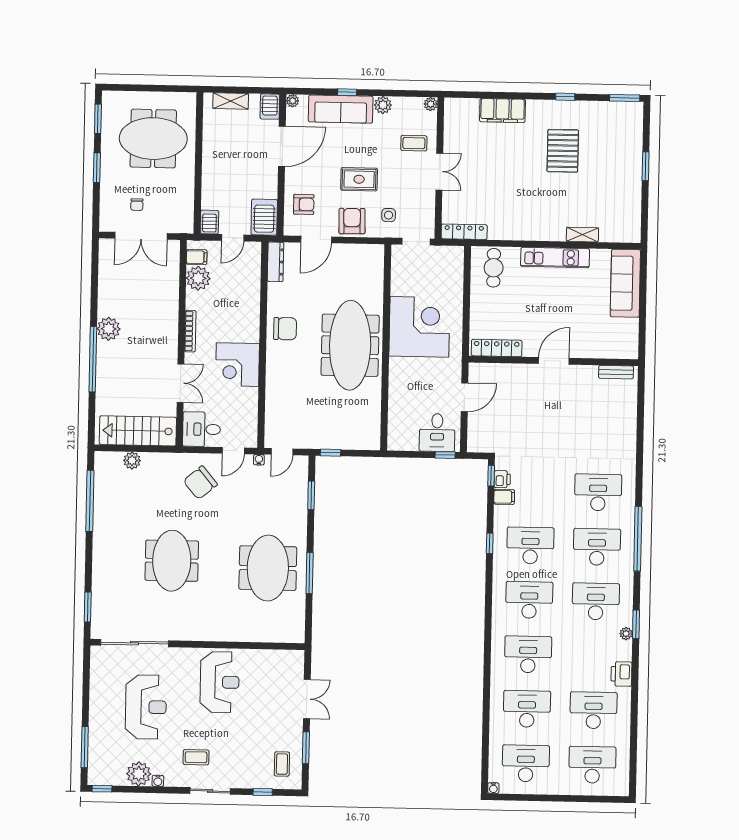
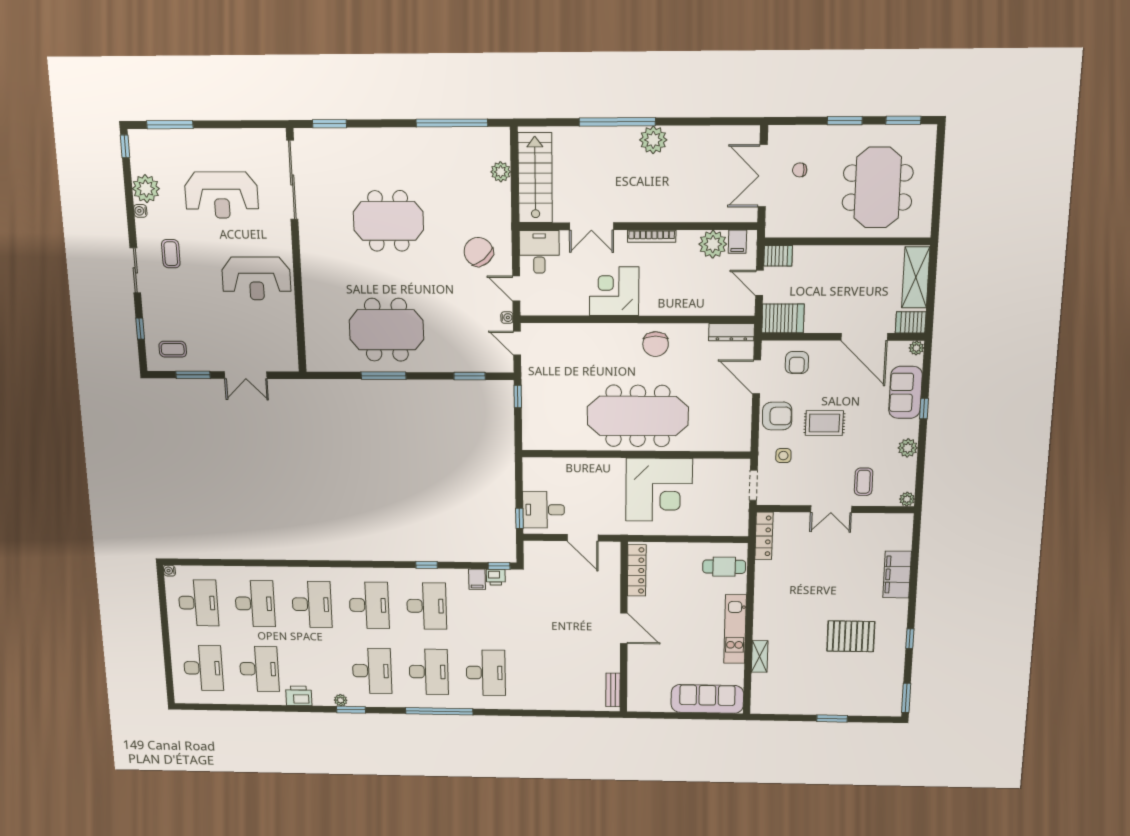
shelving: (231, 101) -> (916, 277), width x1.50, depth x1.33
sofa: (341, 109) -> (905, 392), width x0.73
rug: (359, 179) -> (824, 423), turned 90

